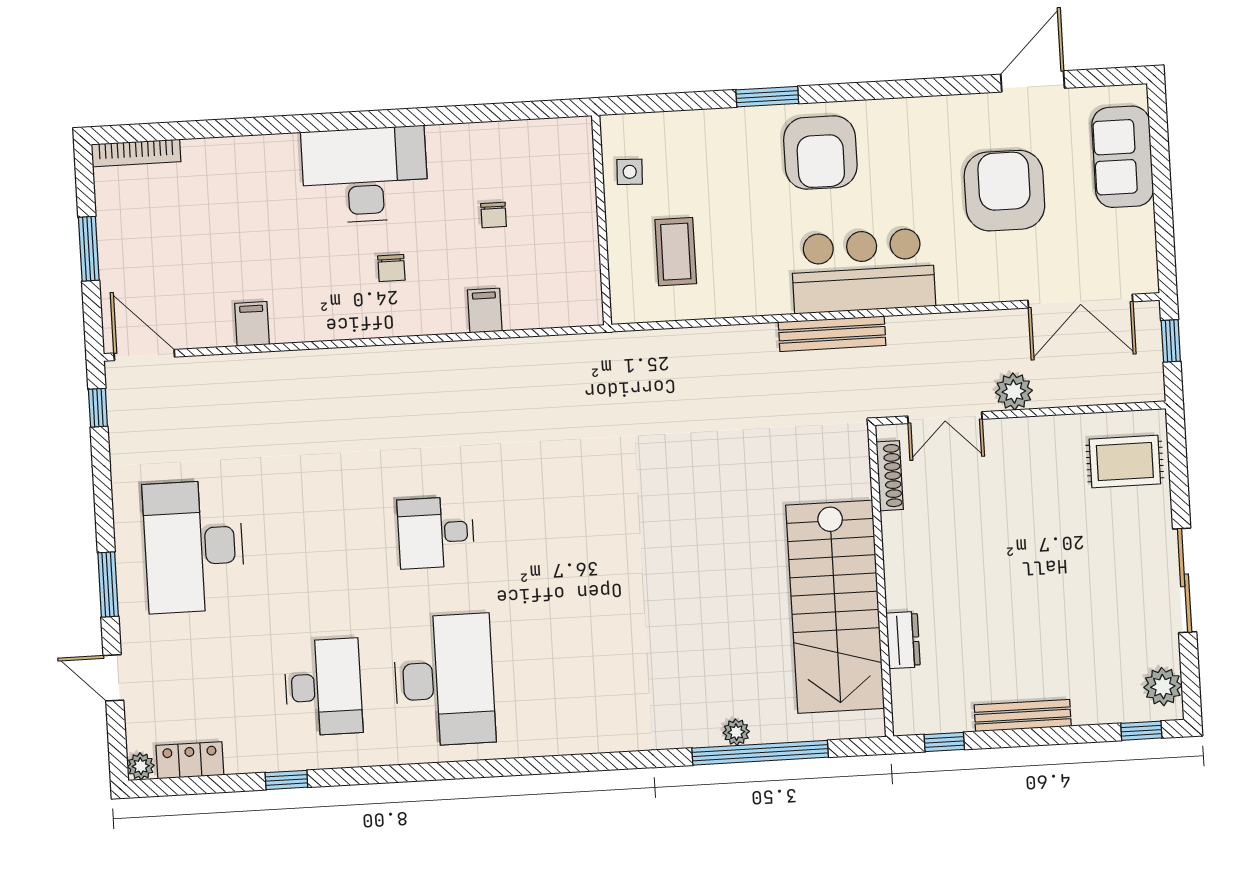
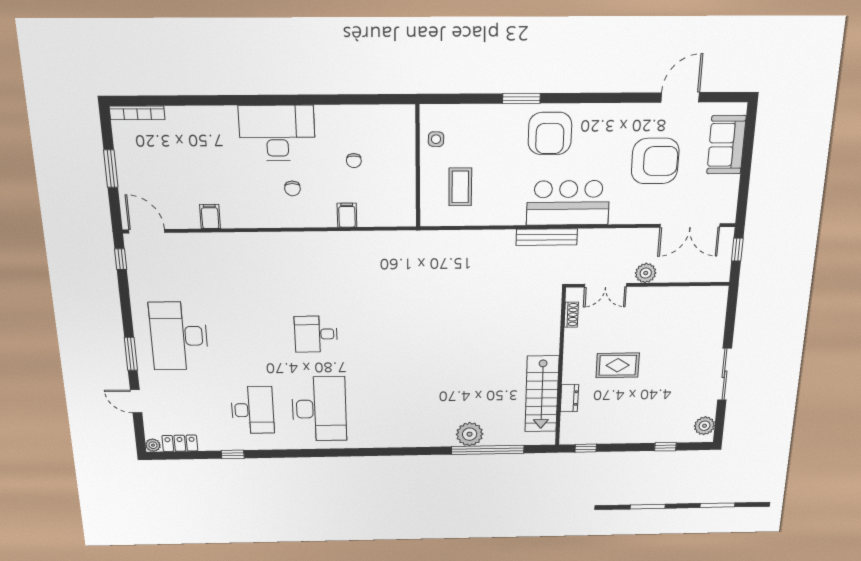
armchair: (1004, 191) -> (655, 161), turned 90
rug: (1125, 462) -> (618, 365), moved
shoe rack: (890, 476) -> (571, 315), width x0.70
stairs: (835, 607) -> (542, 394), width x0.73, depth x0.66
bench: (1023, 716) -> (629, 437), removed
window: (1141, 731) -> (665, 447), moved
plant: (736, 732) -> (470, 434), width x1.88, depth x1.88

